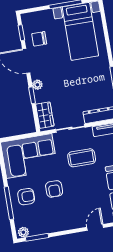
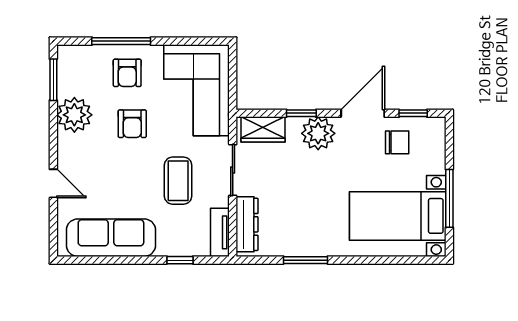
chair: (39, 39) -> (397, 142), turned 90
plant: (37, 85) -> (318, 133), width x1.87, depth x1.87
armchair: (54, 189) -> (132, 124), turned -90
plant: (23, 232) -> (74, 115), moved, width x1.88, depth x1.88

